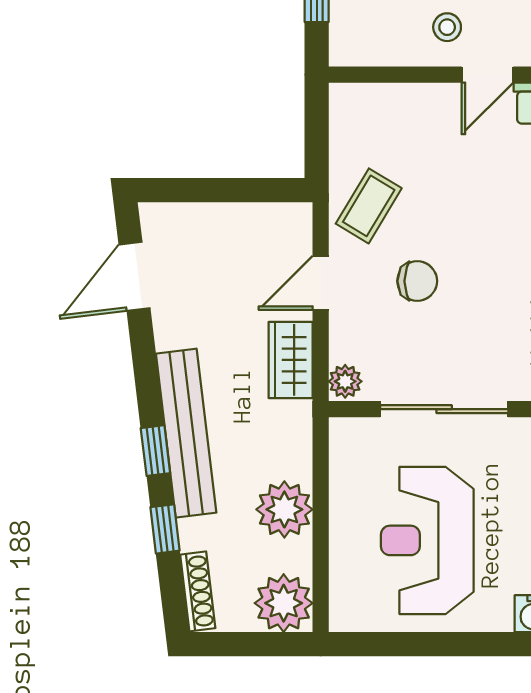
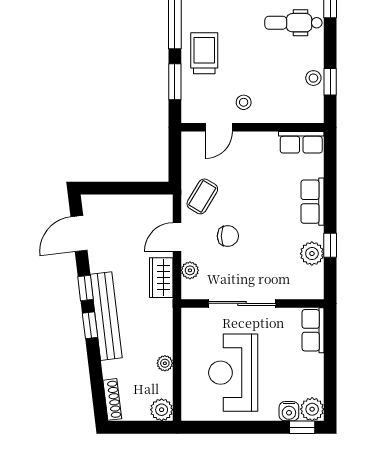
door: (487, 75) -> (219, 127), moved
plant: (345, 381) -> (190, 270), moved
plant: (284, 509) -> (165, 363), width x0.53, depth x0.53
window: (165, 529) -> (86, 288), moved
plant: (284, 603) -> (162, 410), width x0.73, depth x0.73

